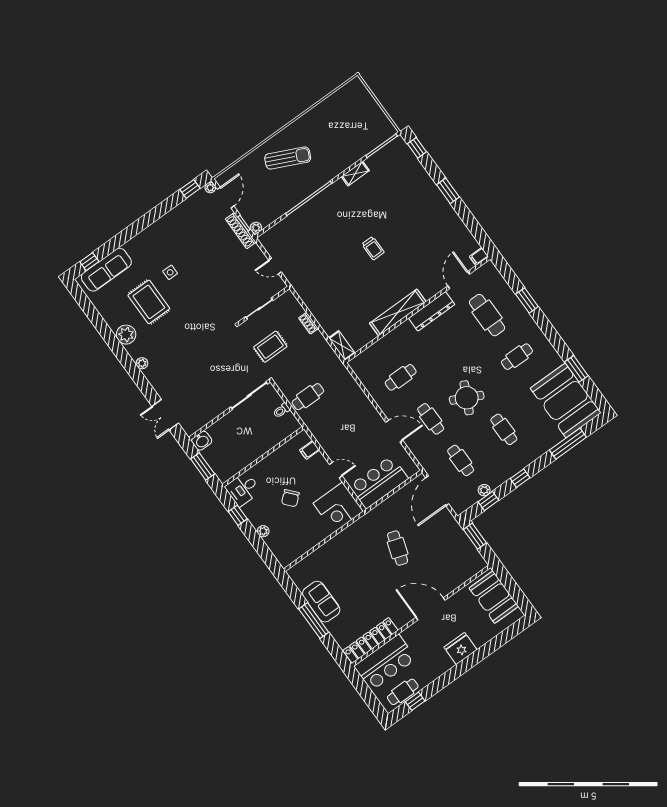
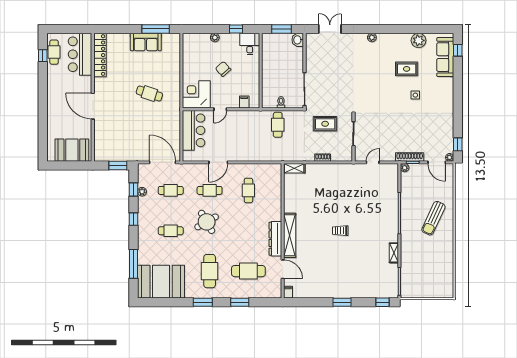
rug: (149, 302) -> (407, 69), width x0.73, depth x0.70
shelving: (398, 312) -> (290, 235), moved
plant: (126, 335) -> (419, 40), moved
rug: (270, 347) -> (325, 124), turned 90
cafe table: (517, 357) -> (210, 271), width x1.37, depth x1.35
window: (576, 369) -> (203, 302), moved
round table: (467, 398) -> (207, 222), turned 34
cafe table: (398, 548) -> (149, 94), moved
door: (431, 609) -> (93, 106), swing flipped
window: (314, 621) -> (156, 29), moved
fridge: (460, 648) -> (55, 107), removed

